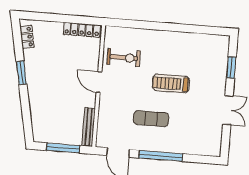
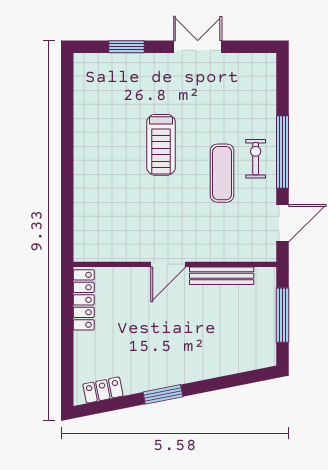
exercise bike: (124, 58) -> (256, 159), moved, width x0.73, depth x0.72
bench: (89, 127) -> (222, 276), moved

